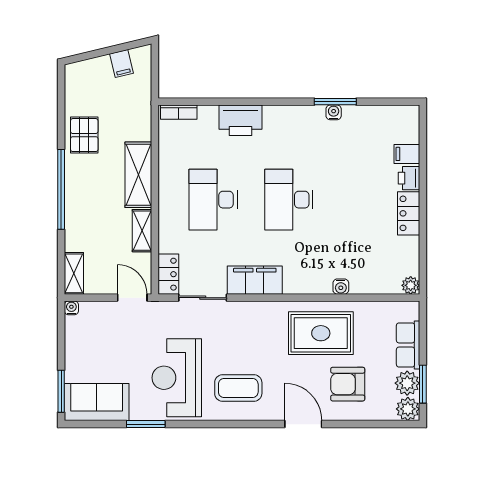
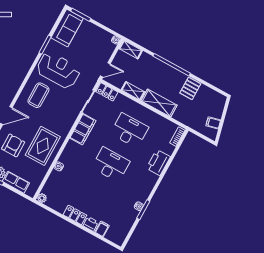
pallet: (84, 135) -> (190, 88), turned 90

